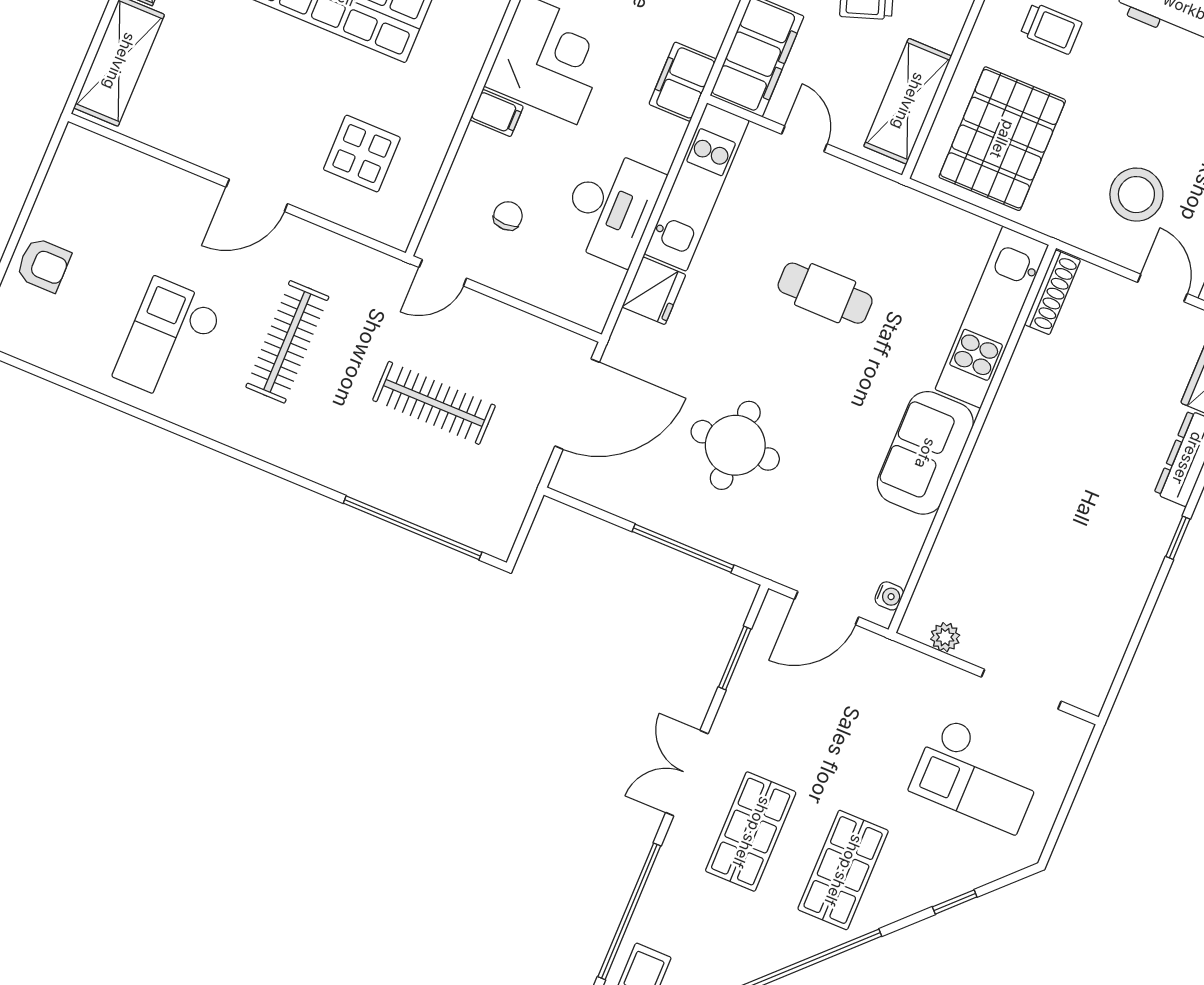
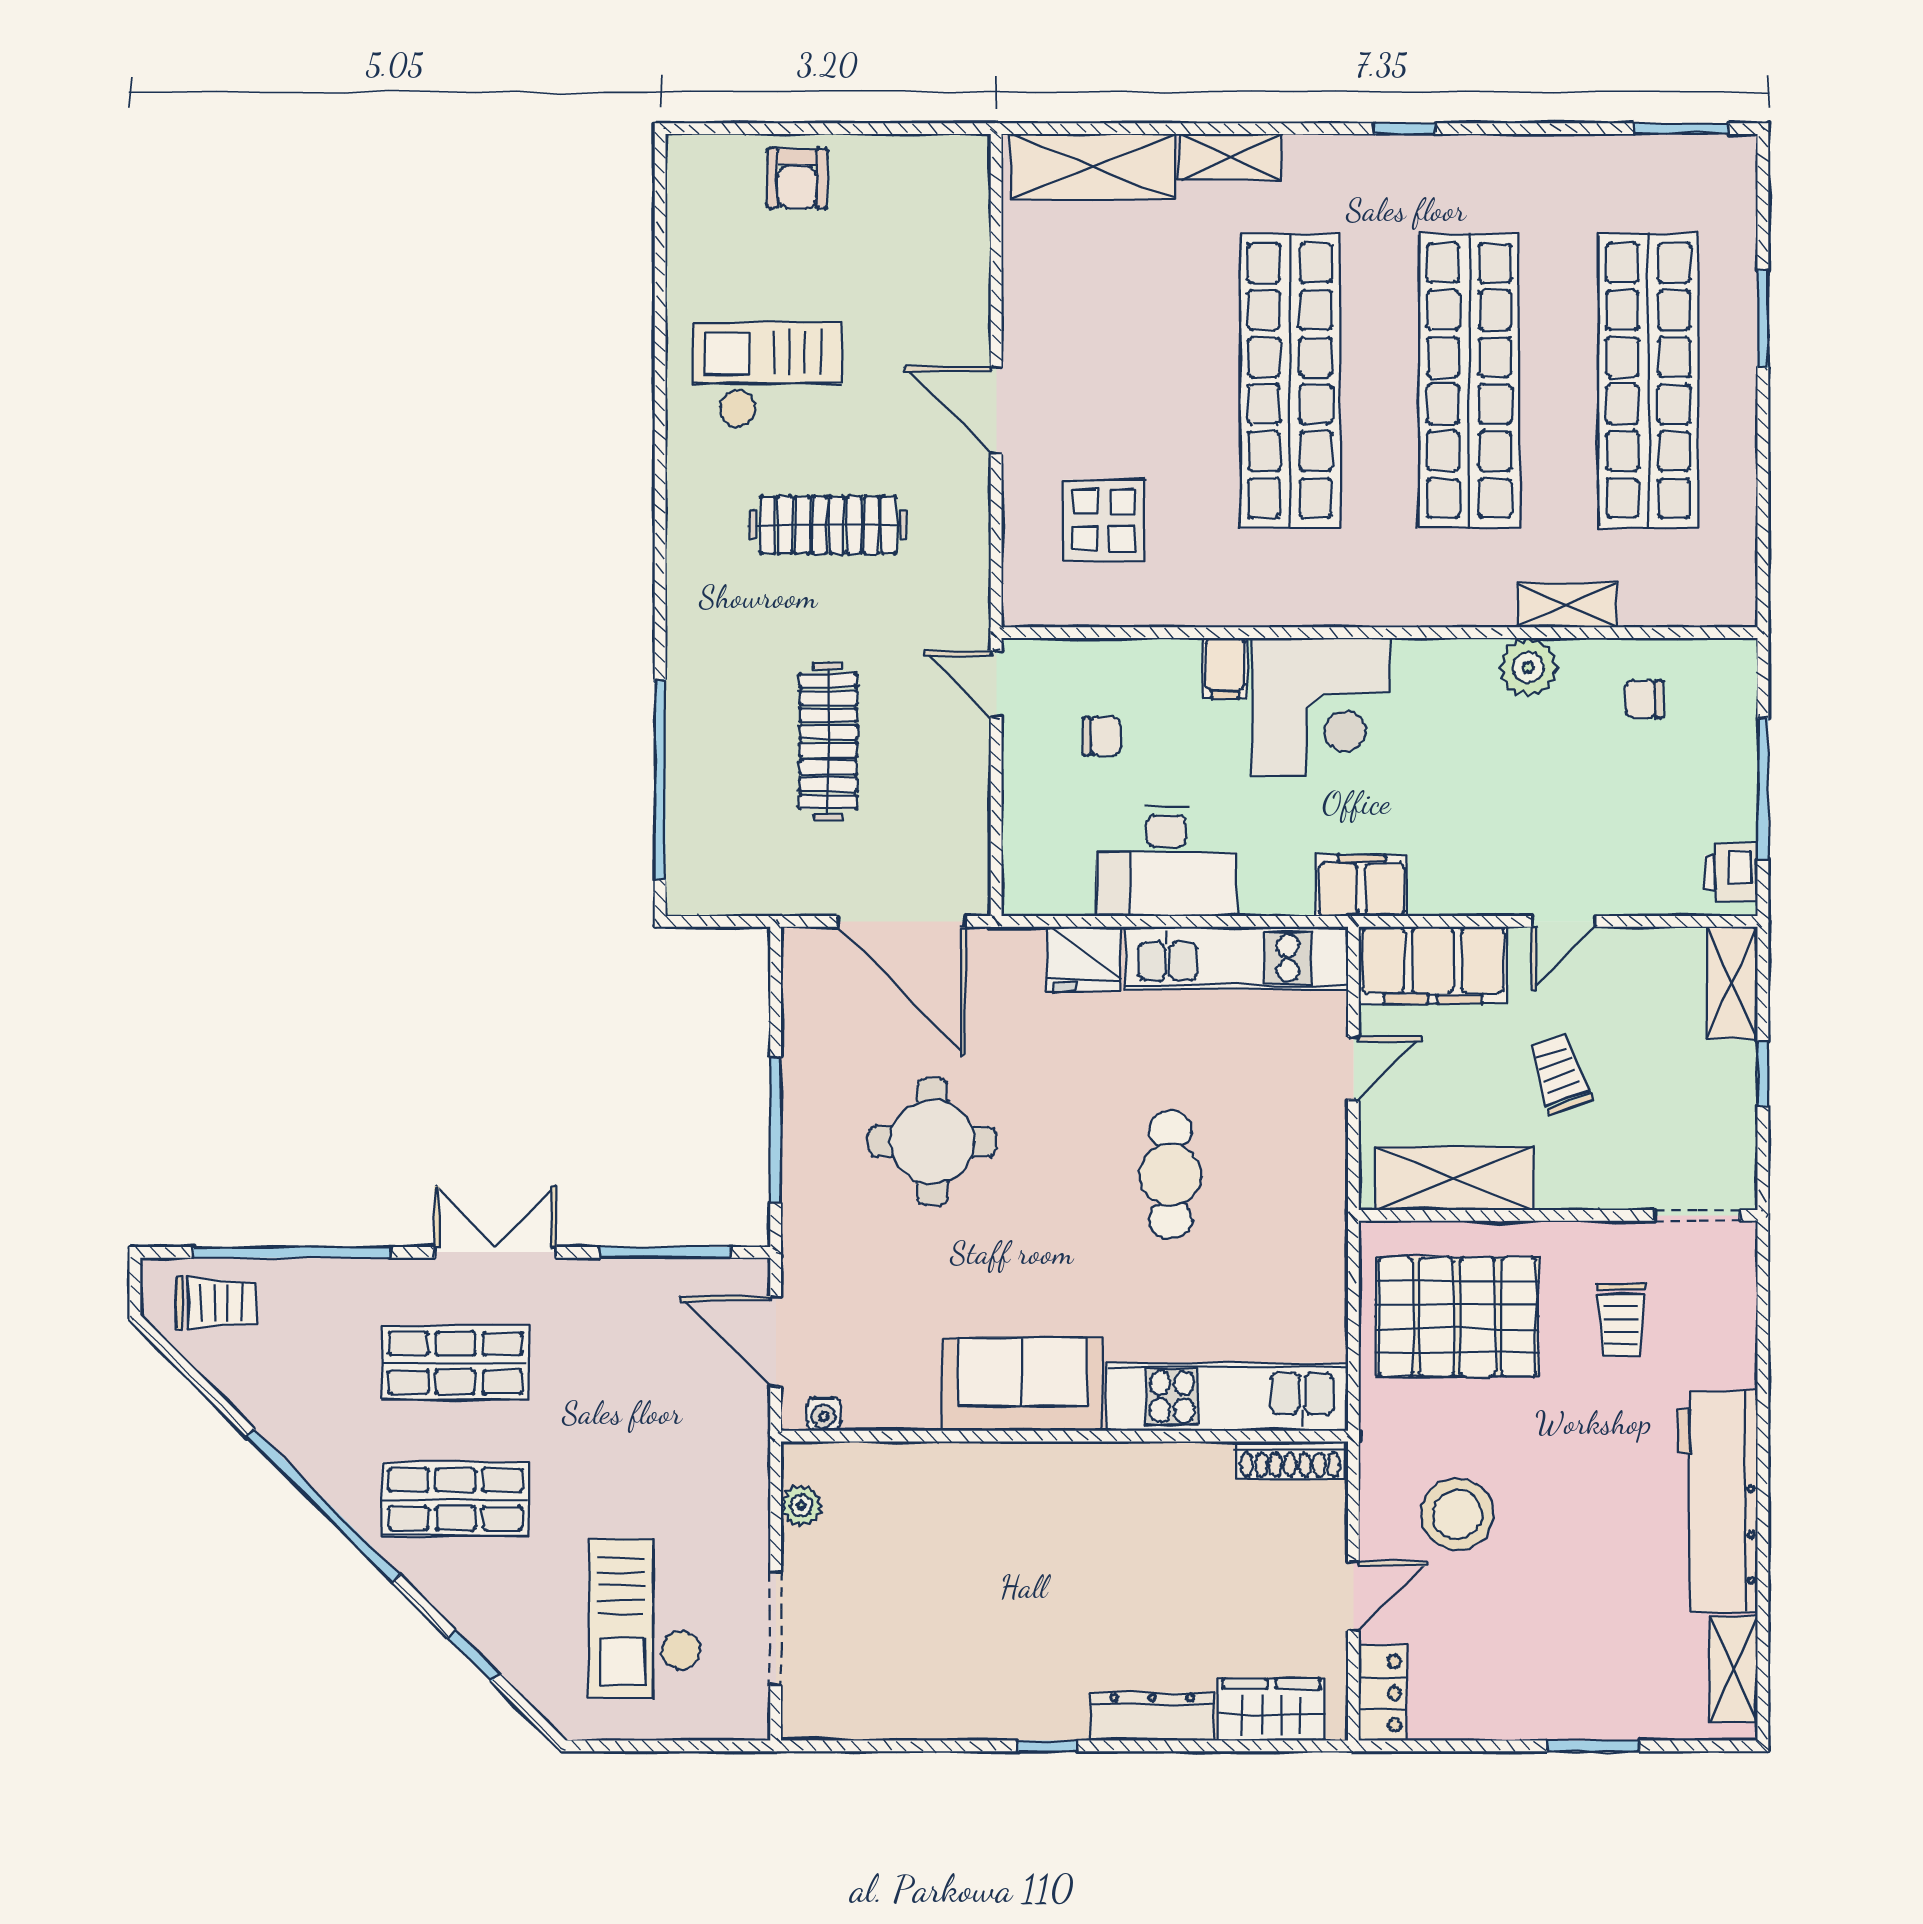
window: (735, 658) -> (665, 1252), width x1.44

